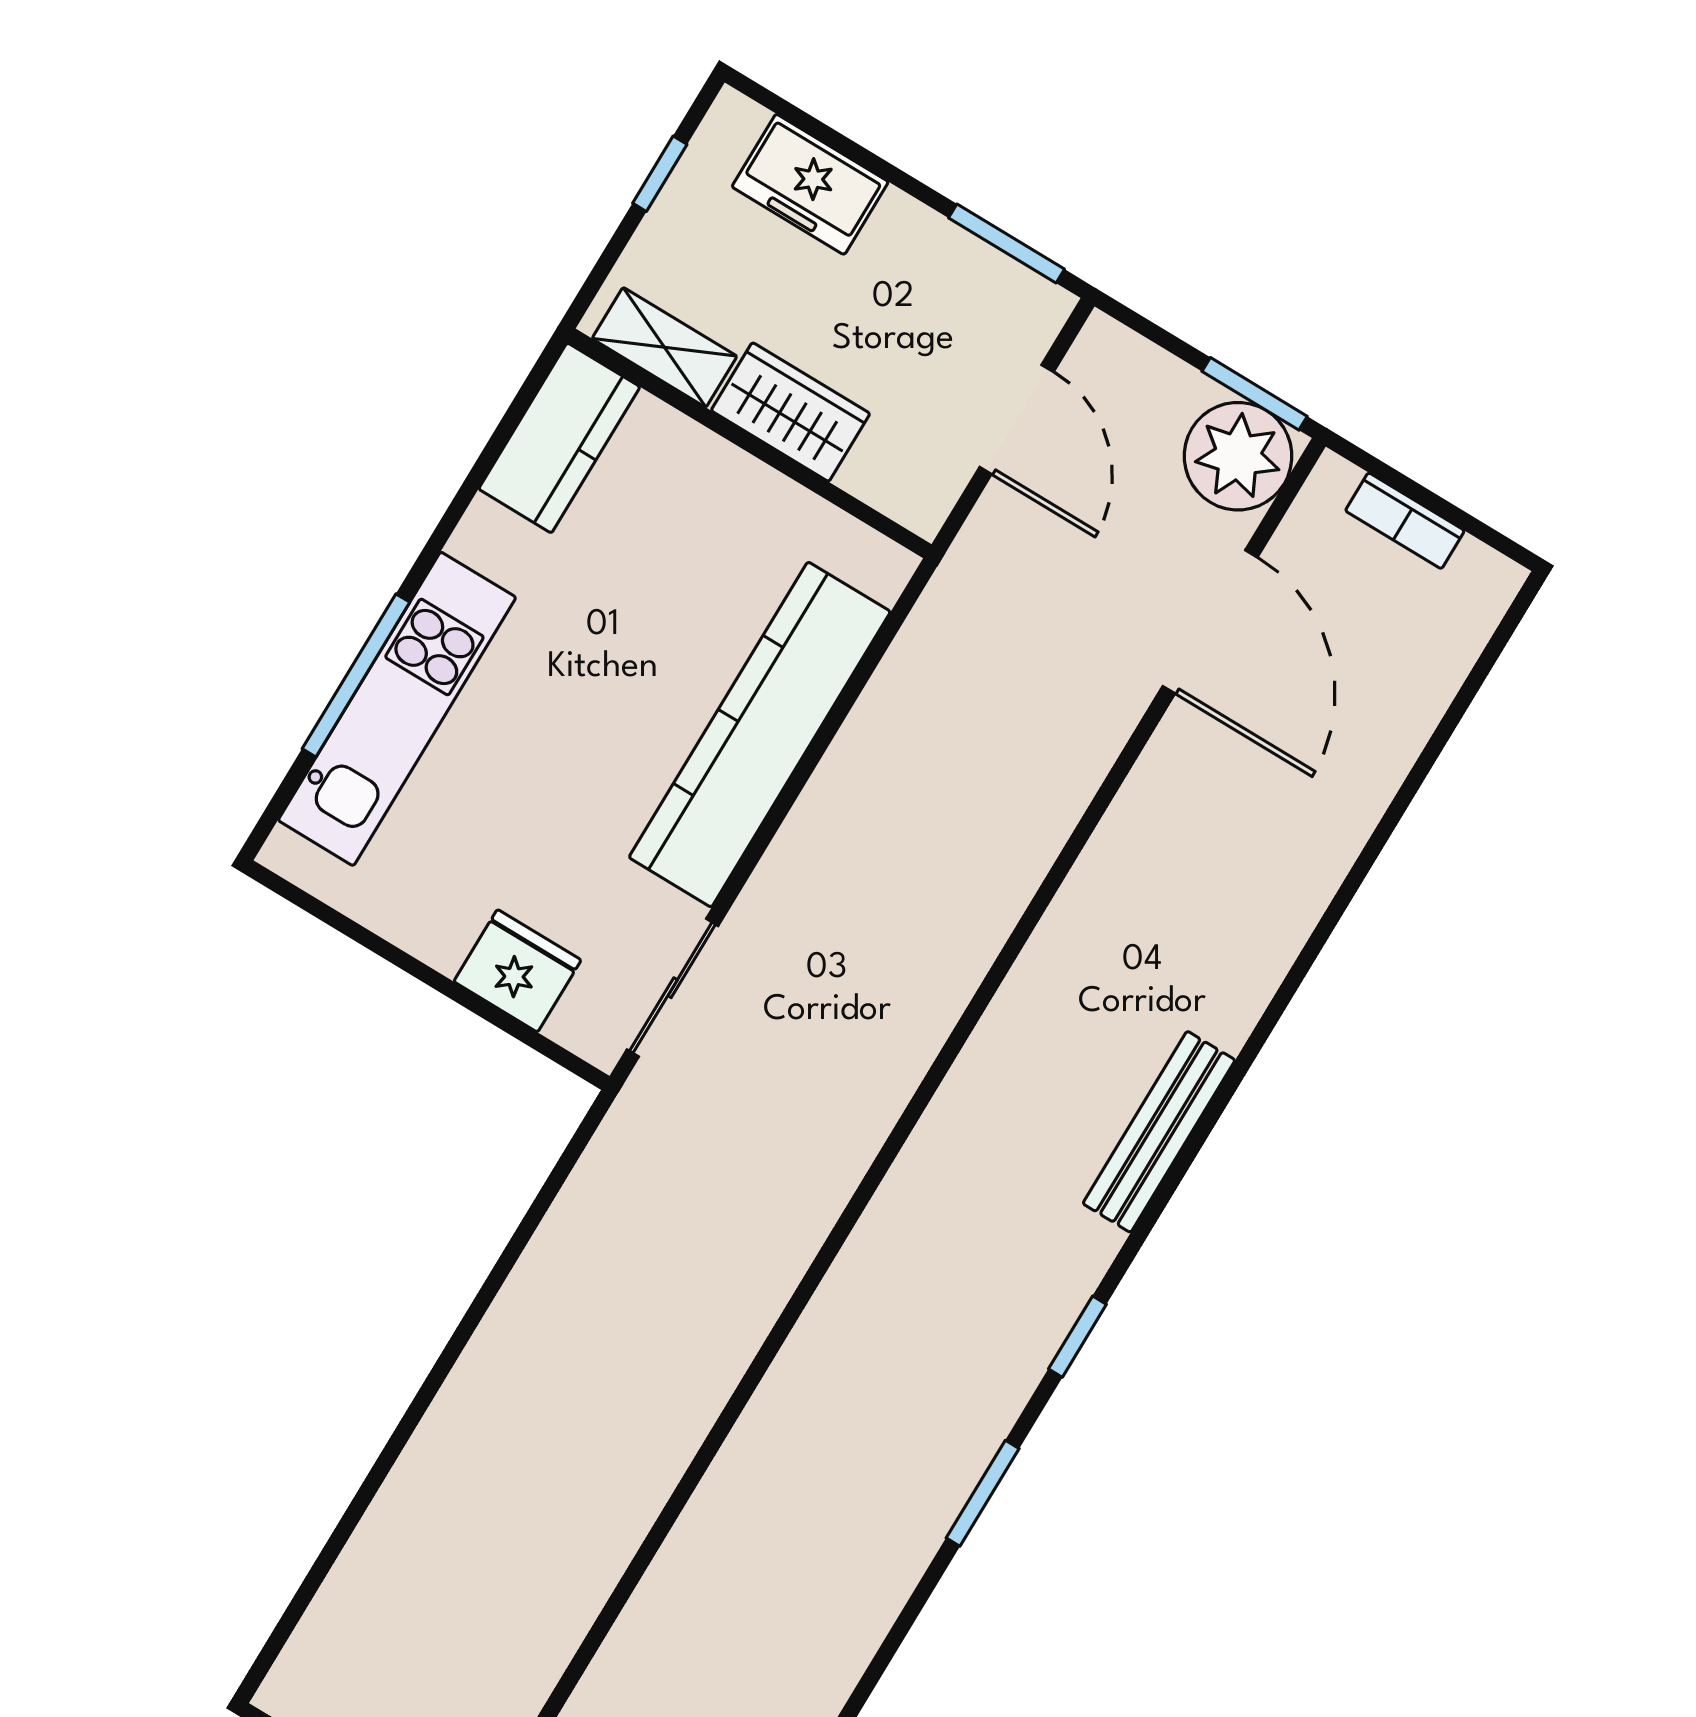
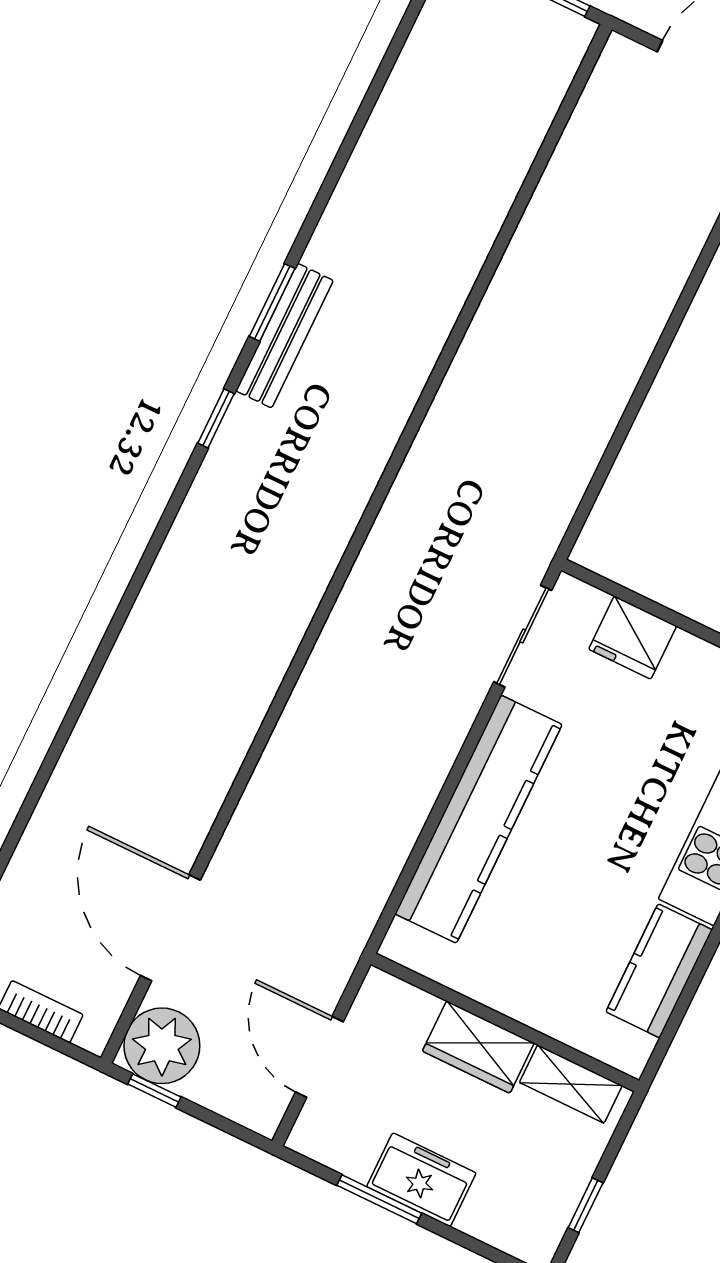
freezer: (810, 184) -> (421, 1180), moved
window: (1006, 244) -> (379, 1199), moved
window: (1255, 394) -> (154, 1091), width x0.67
kitchen counter: (559, 438) -> (659, 971), moved
bench: (1159, 1132) -> (285, 336), moved

